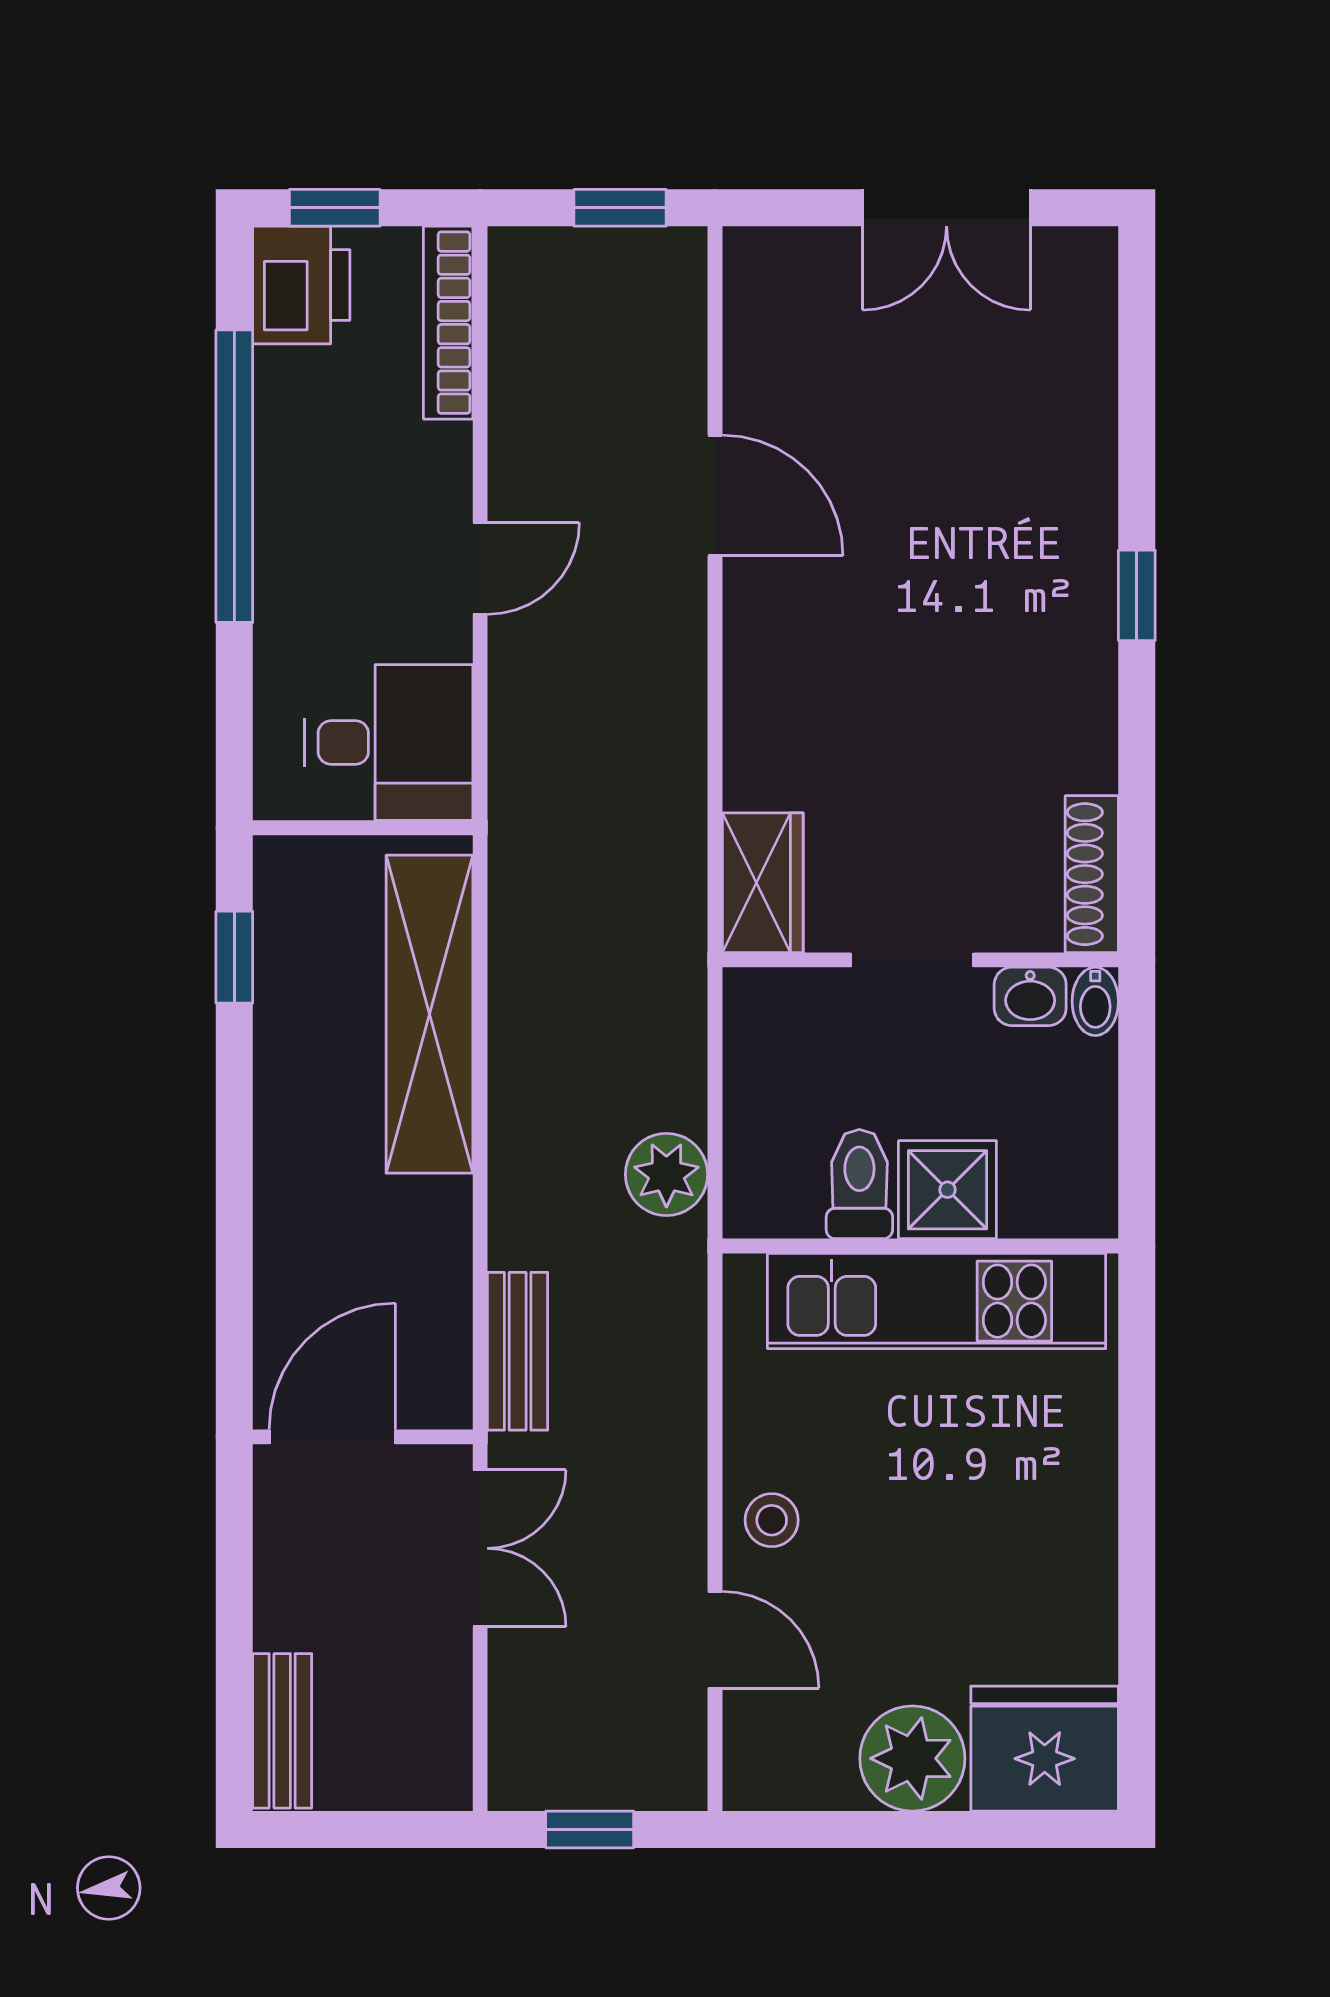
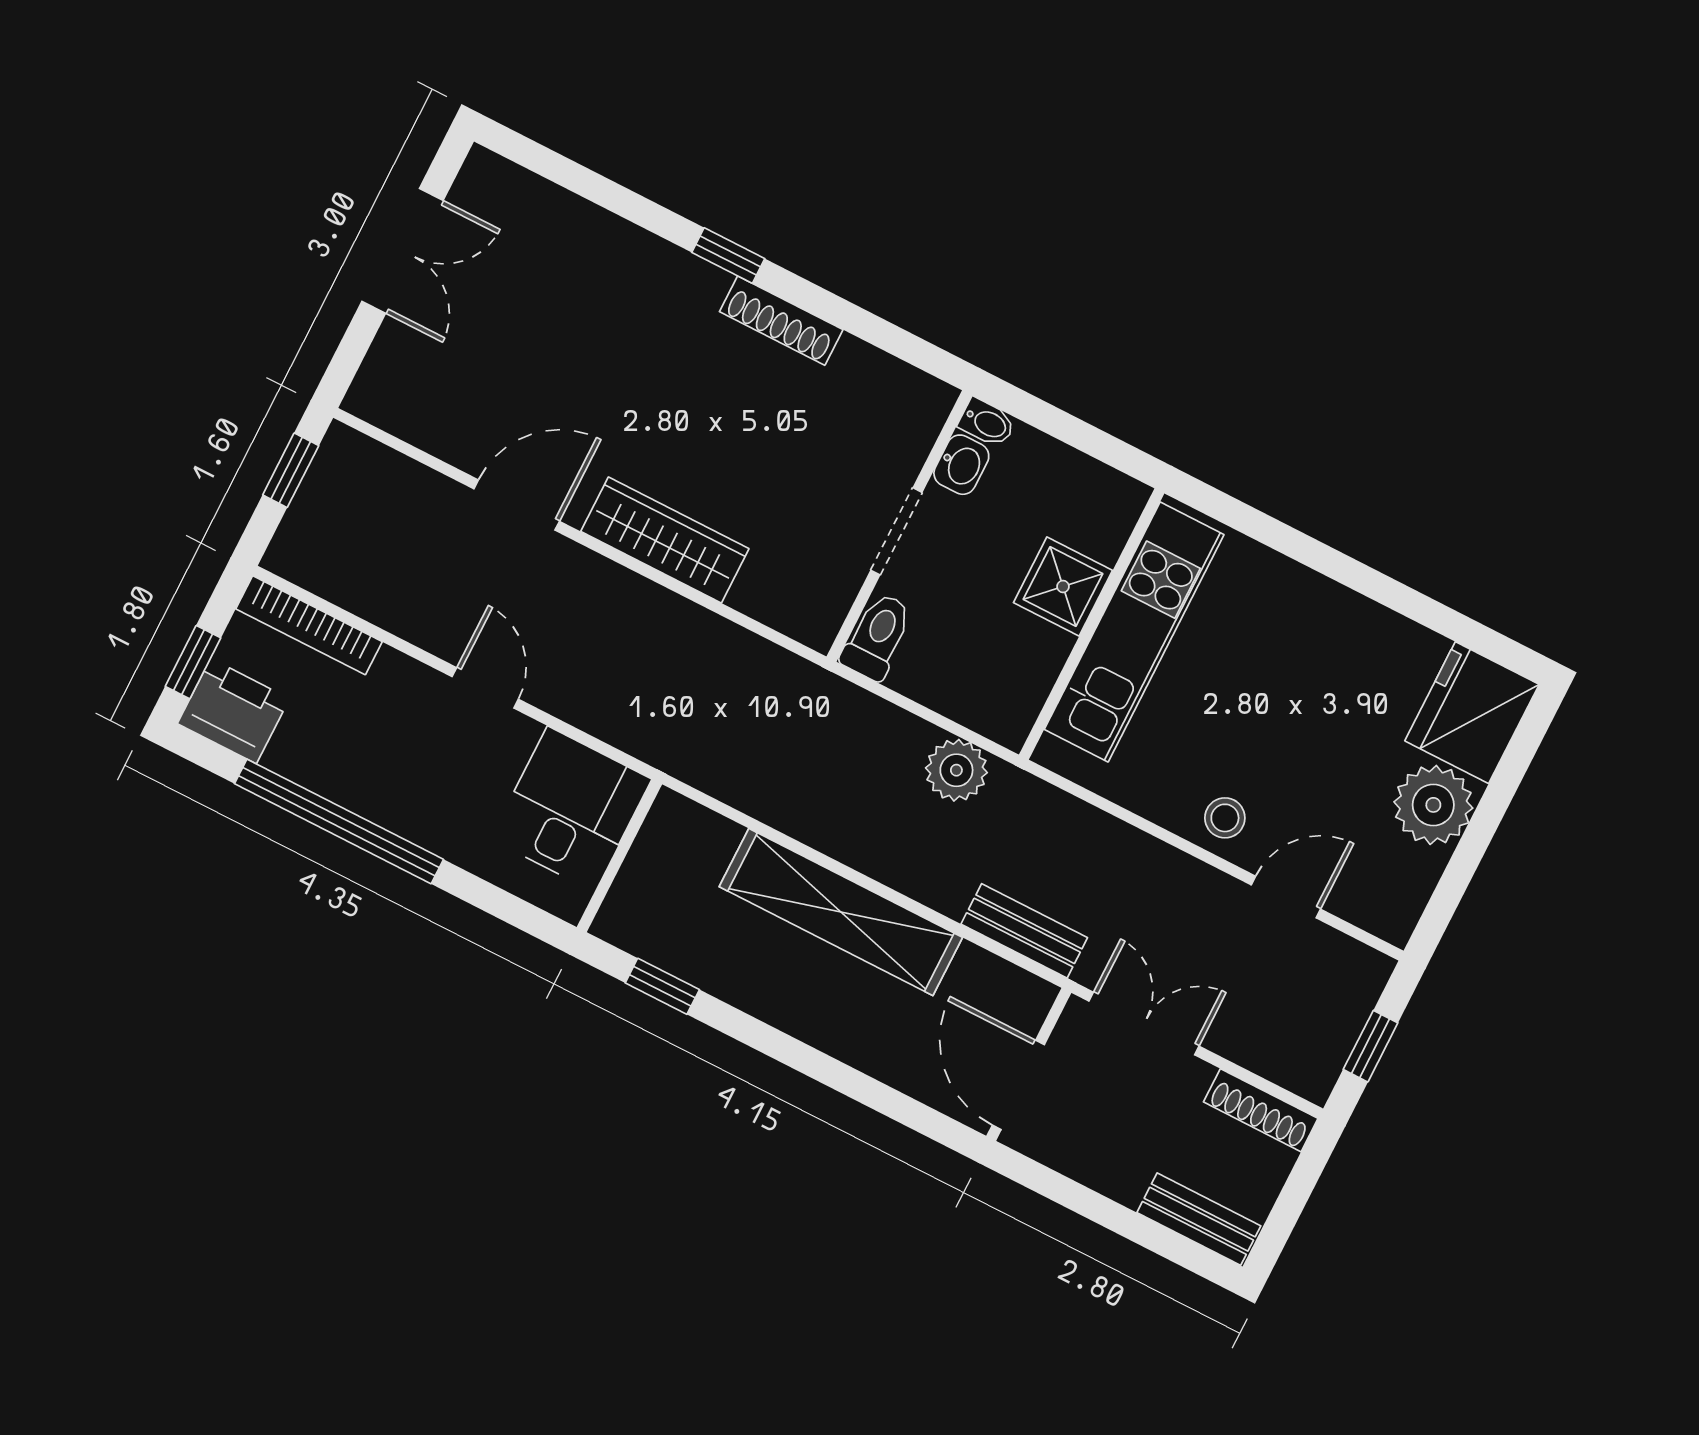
shoe rack: (1092, 874) -> (781, 321), moved
wardrobe: (763, 883) -> (665, 540), moved, width x1.50
shelving: (429, 1014) -> (841, 912), moved
toilet: (859, 1184) -> (877, 636), moved, turned 90
shoe rack: (448, 1738) -> (1261, 1110), added

